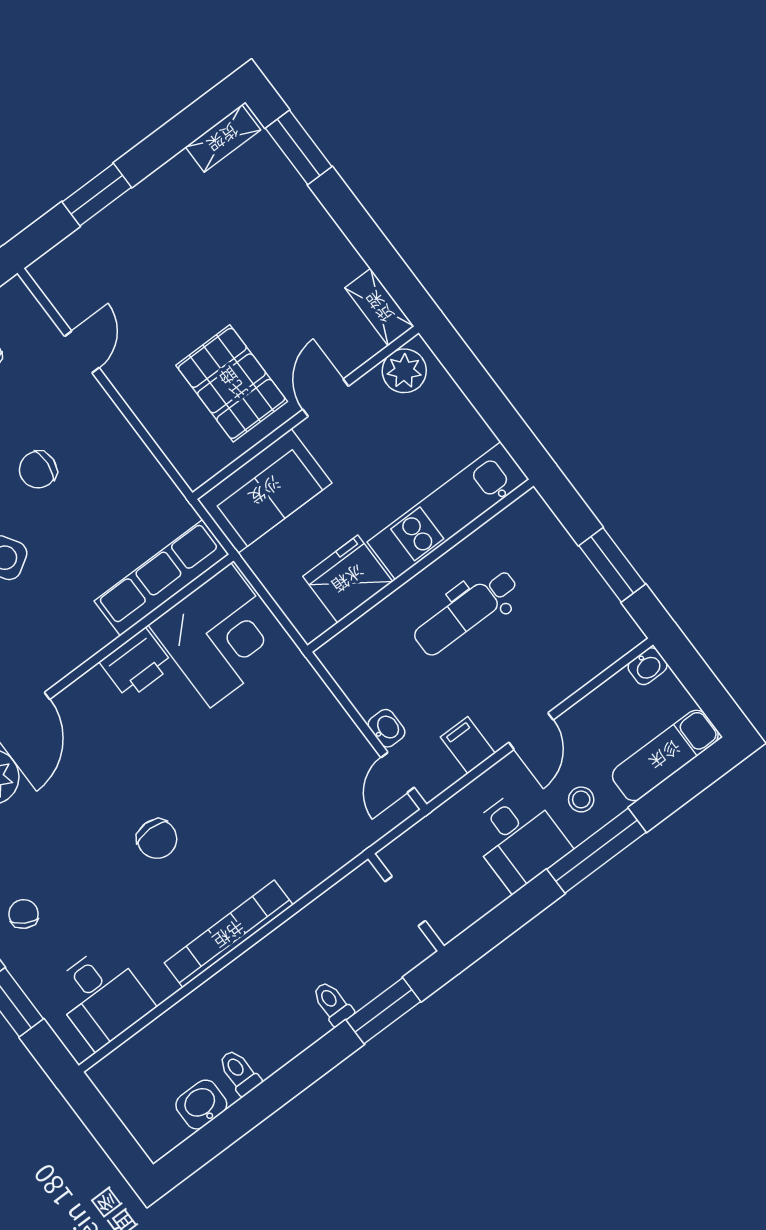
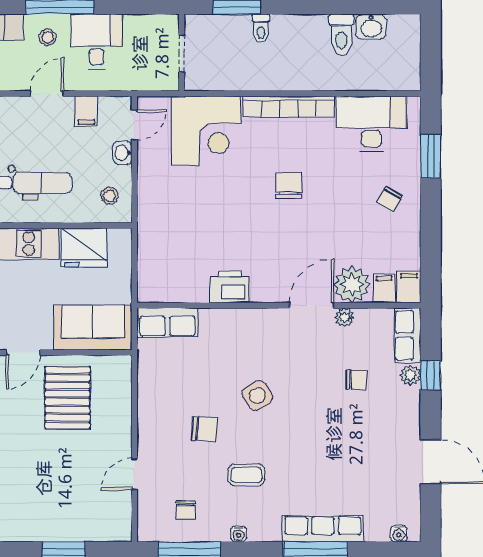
row of seats: (162, 578) -> (167, 322), width x0.68
corner desk: (221, 635) -> (206, 131), moved, turned 180
stool: (364, 665) -> (109, 196), added
desk: (102, 997) -> (371, 124), width x1.37
toilet: (239, 1072) -> (341, 35), width x1.37, depth x1.39

